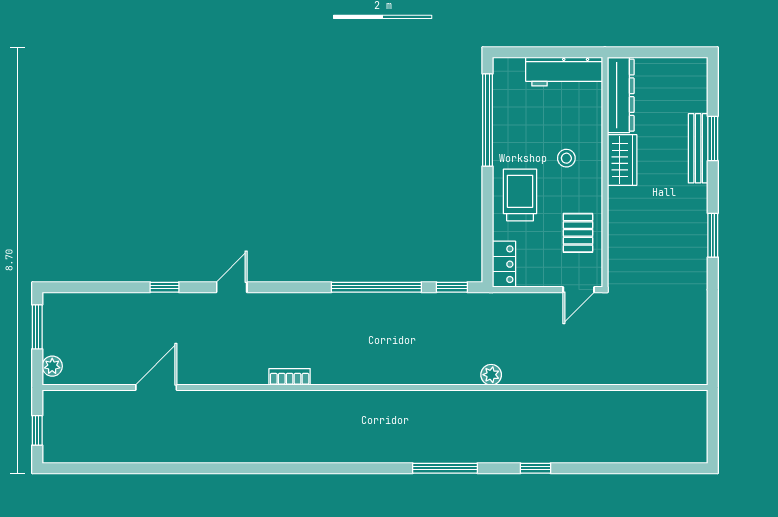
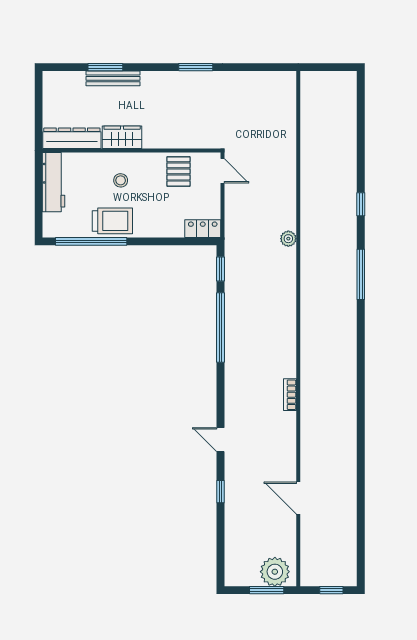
trolley: (520, 195) -> (112, 221), moved, turned 180
pallet: (578, 233) -> (178, 171), turned 90
window: (713, 235) -> (196, 67), moved
window: (37, 327) -> (267, 590), moved
plant: (52, 366) -> (275, 572), width x1.88, depth x1.88

